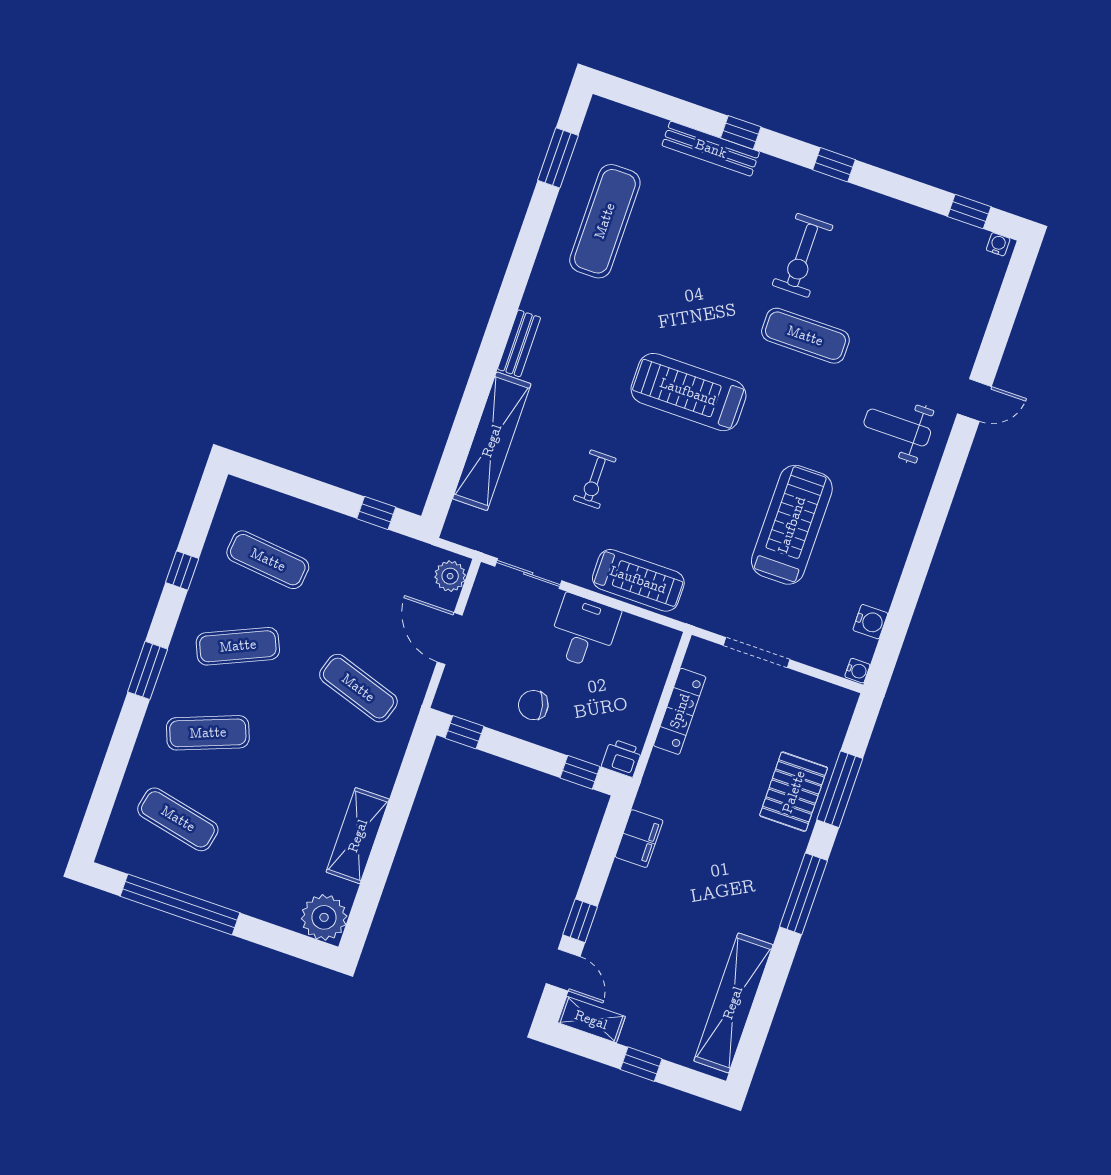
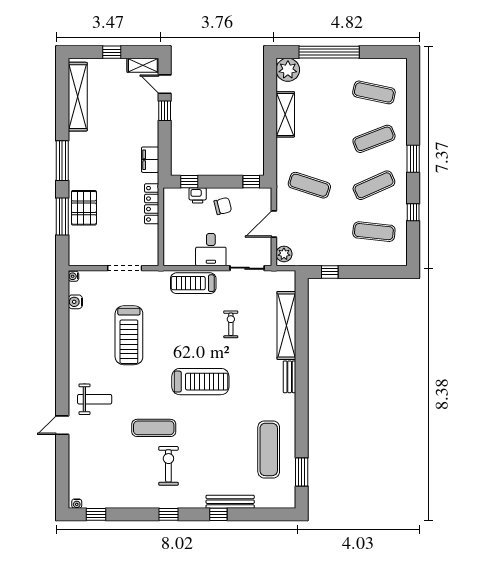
door: (450, 639) -> (274, 224), swing flipped
locker: (680, 711) -> (152, 204), moved
printer: (622, 758) -> (198, 195), moved
window: (180, 904) -> (329, 52), moved

